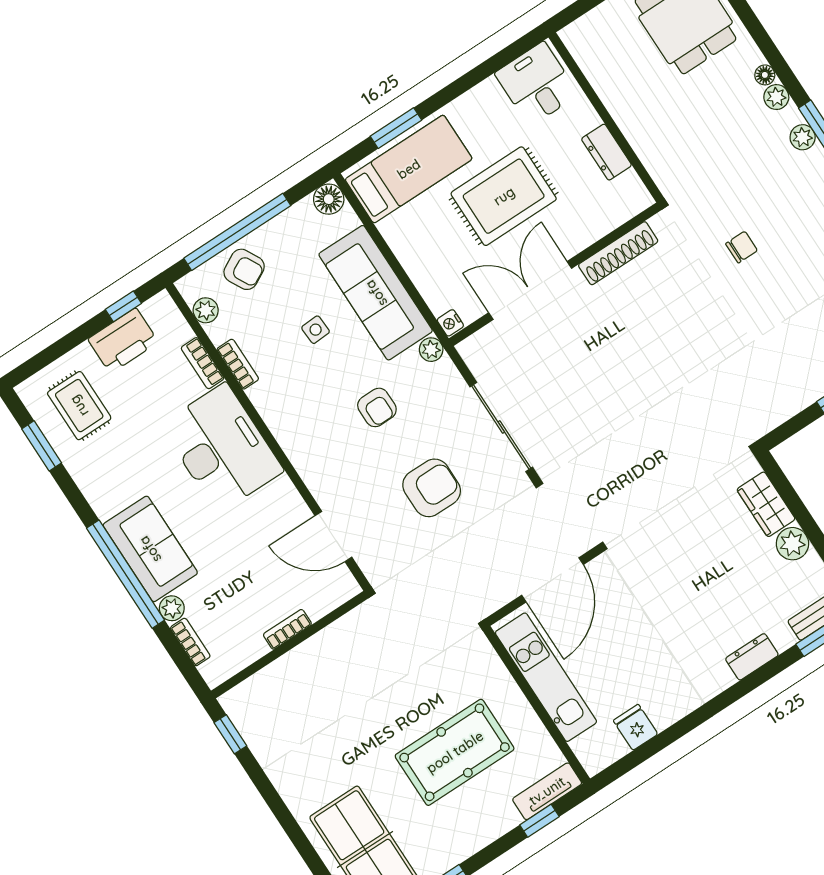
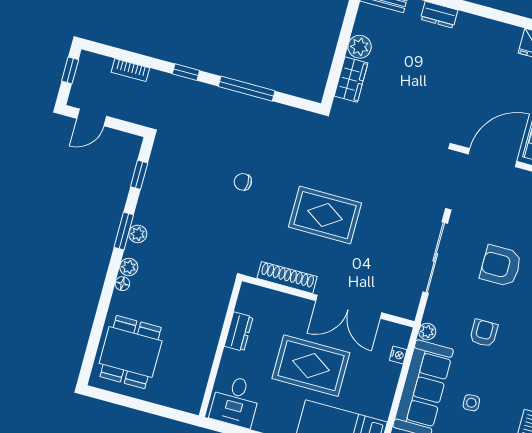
chair: (742, 247) -> (243, 182), moved
nightstand: (450, 323) -> (398, 355), moved
rug: (648, 351) -> (325, 215), added

